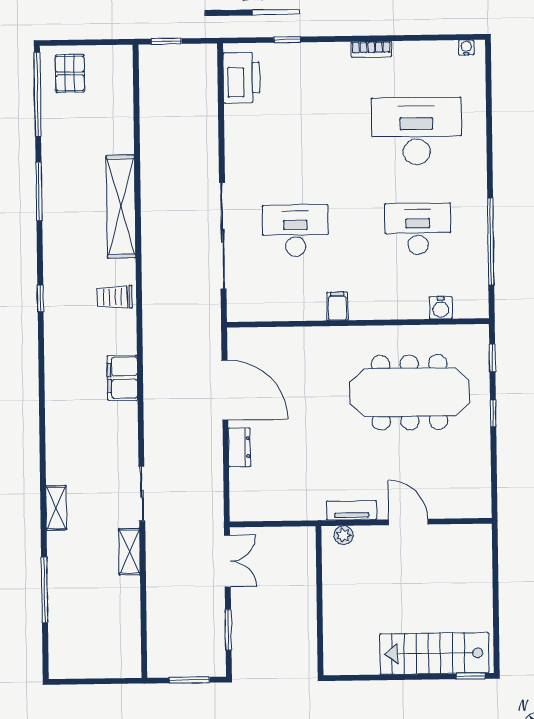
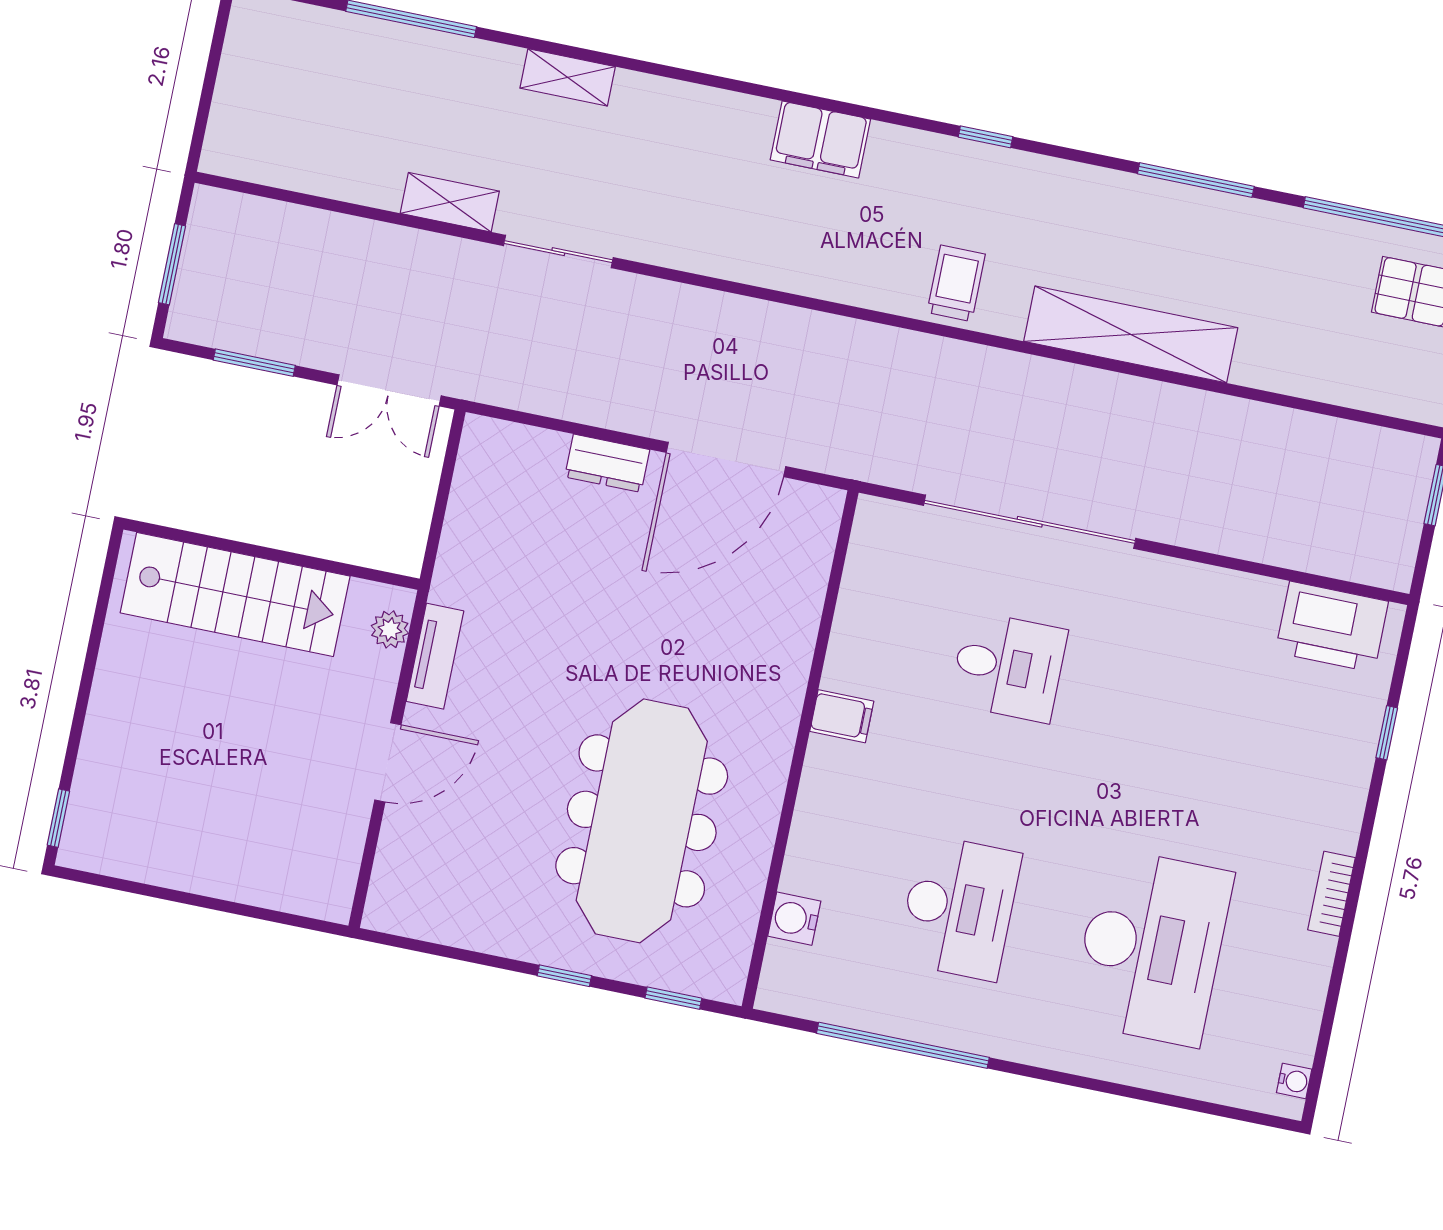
desk: (295, 231) -> (1008, 667), width x0.73
filing cabinet: (122, 378) -> (820, 139), moved, turned 180
stairs: (434, 653) -> (235, 594), moved, turned 90

